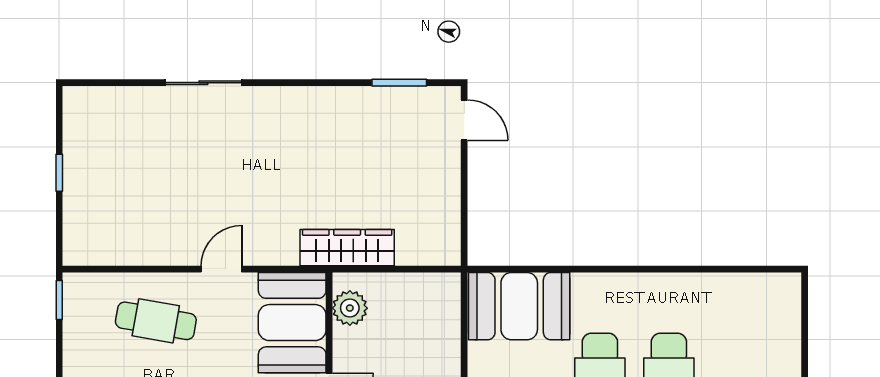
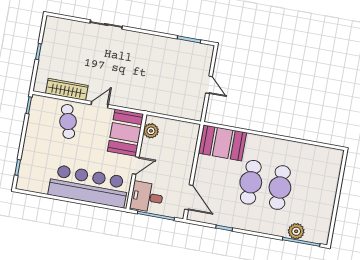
door: (464, 120) -> (209, 85), moved
wardrobe: (347, 248) -> (67, 89), moved
cafe table: (156, 321) -> (68, 121), turned 66

